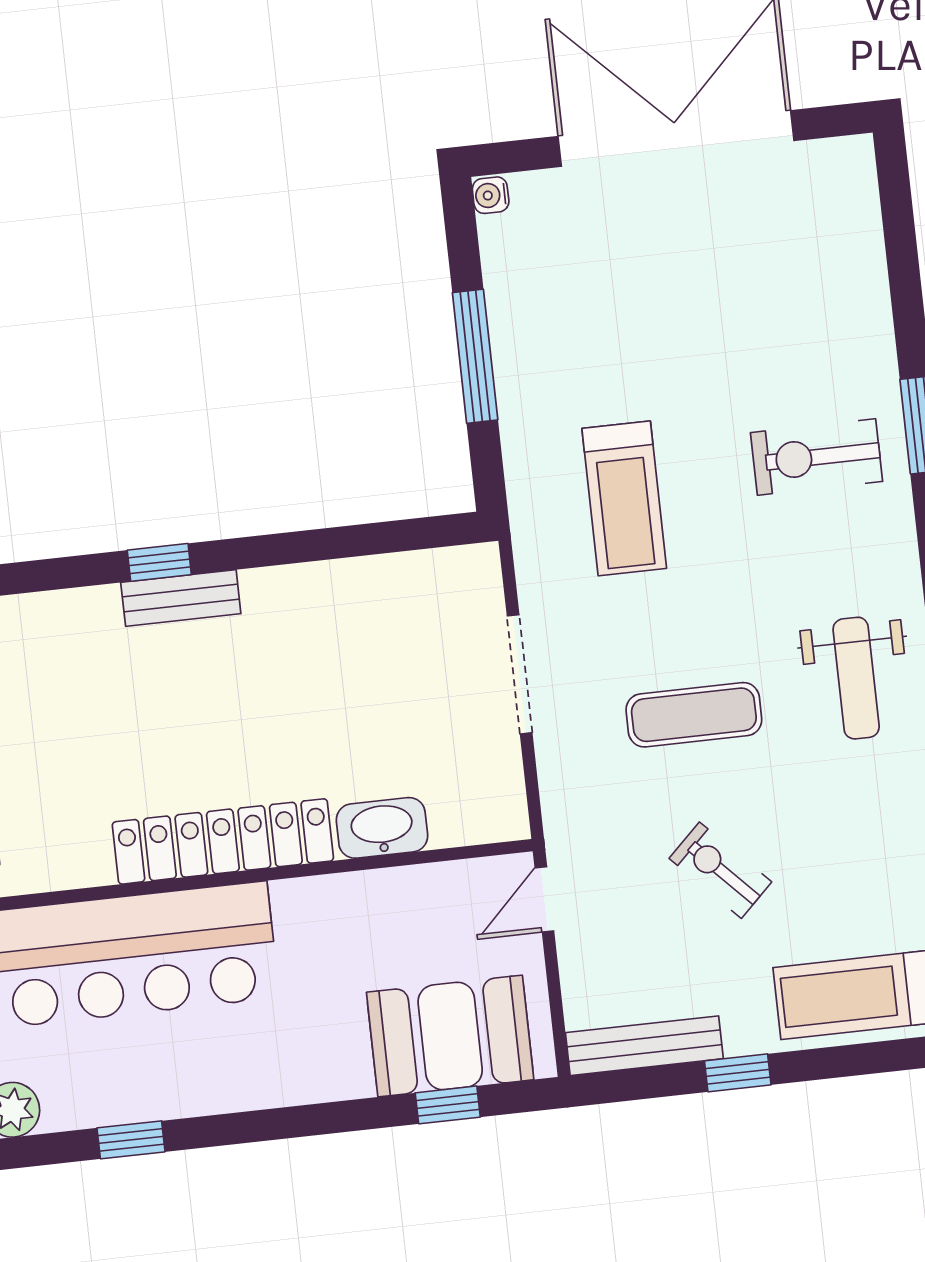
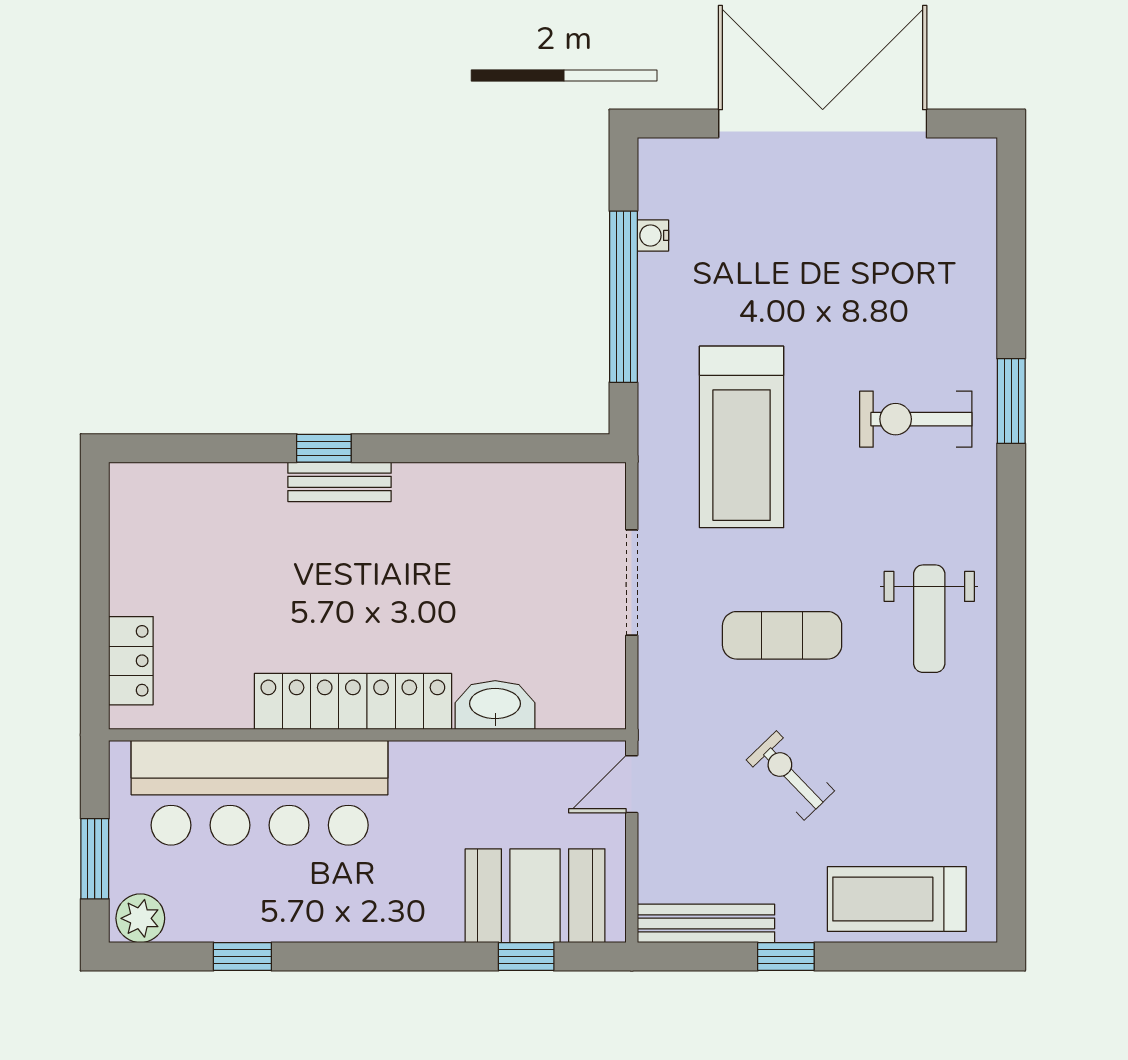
water cooler: (491, 195) -> (653, 235), moved
window: (475, 356) -> (623, 297), width x1.46
treadmill: (624, 498) -> (742, 437), width x1.37, depth x1.38

